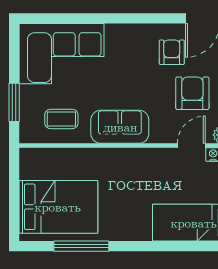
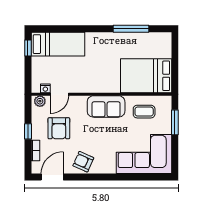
armchair: (172, 52) -> (83, 162), moved, turned 114
bed: (58, 207) -> (146, 76), moved

